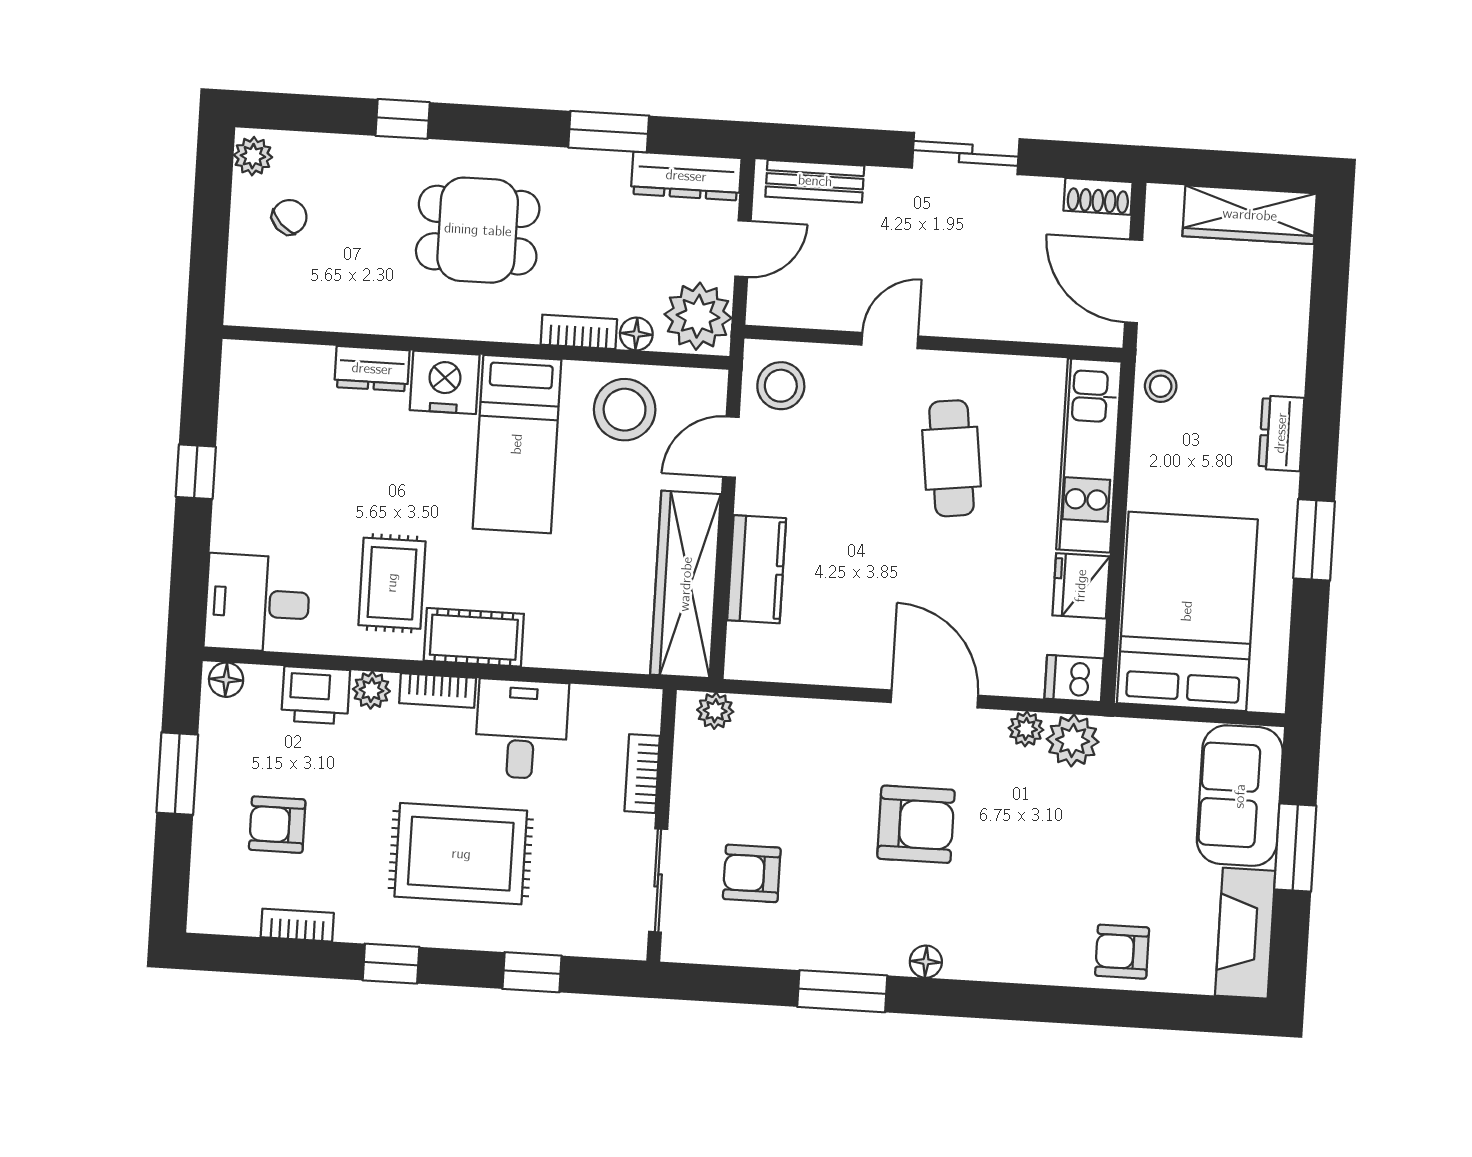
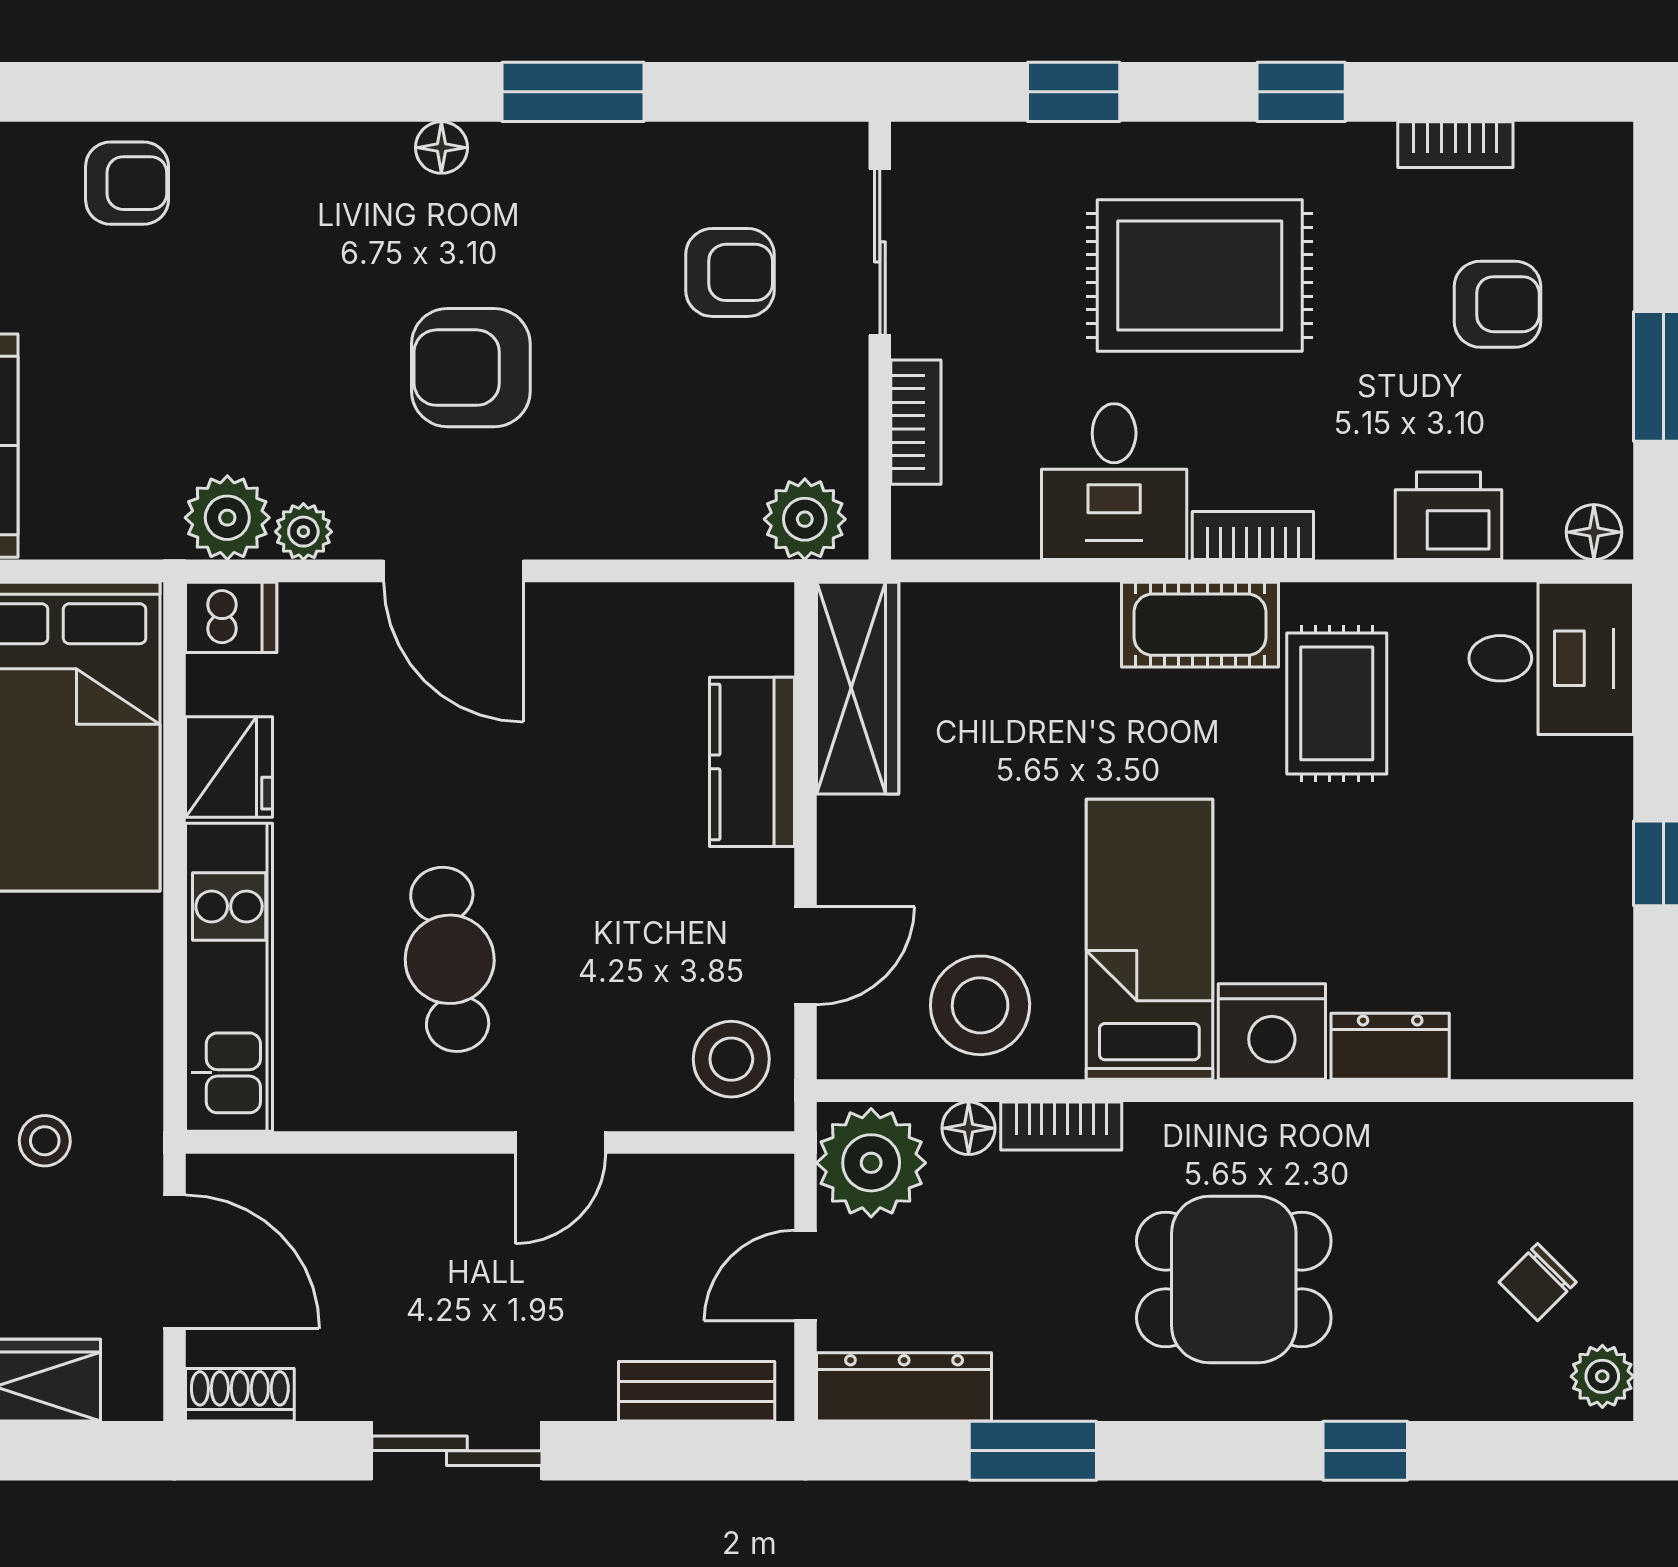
stool: (1161, 386) -> (45, 1141), moved
wardrobe: (686, 584) -> (858, 688), width x0.71, depth x0.85
plant: (371, 690) -> (1359, 530), removed
plant: (715, 711) -> (805, 519), width x1.38, depth x1.38

